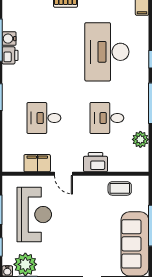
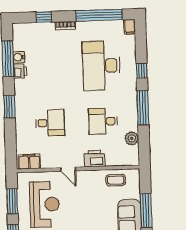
desk: (44, 118) -> (50, 123), turned 180
filing cabinet: (37, 163) -> (29, 162), moved

